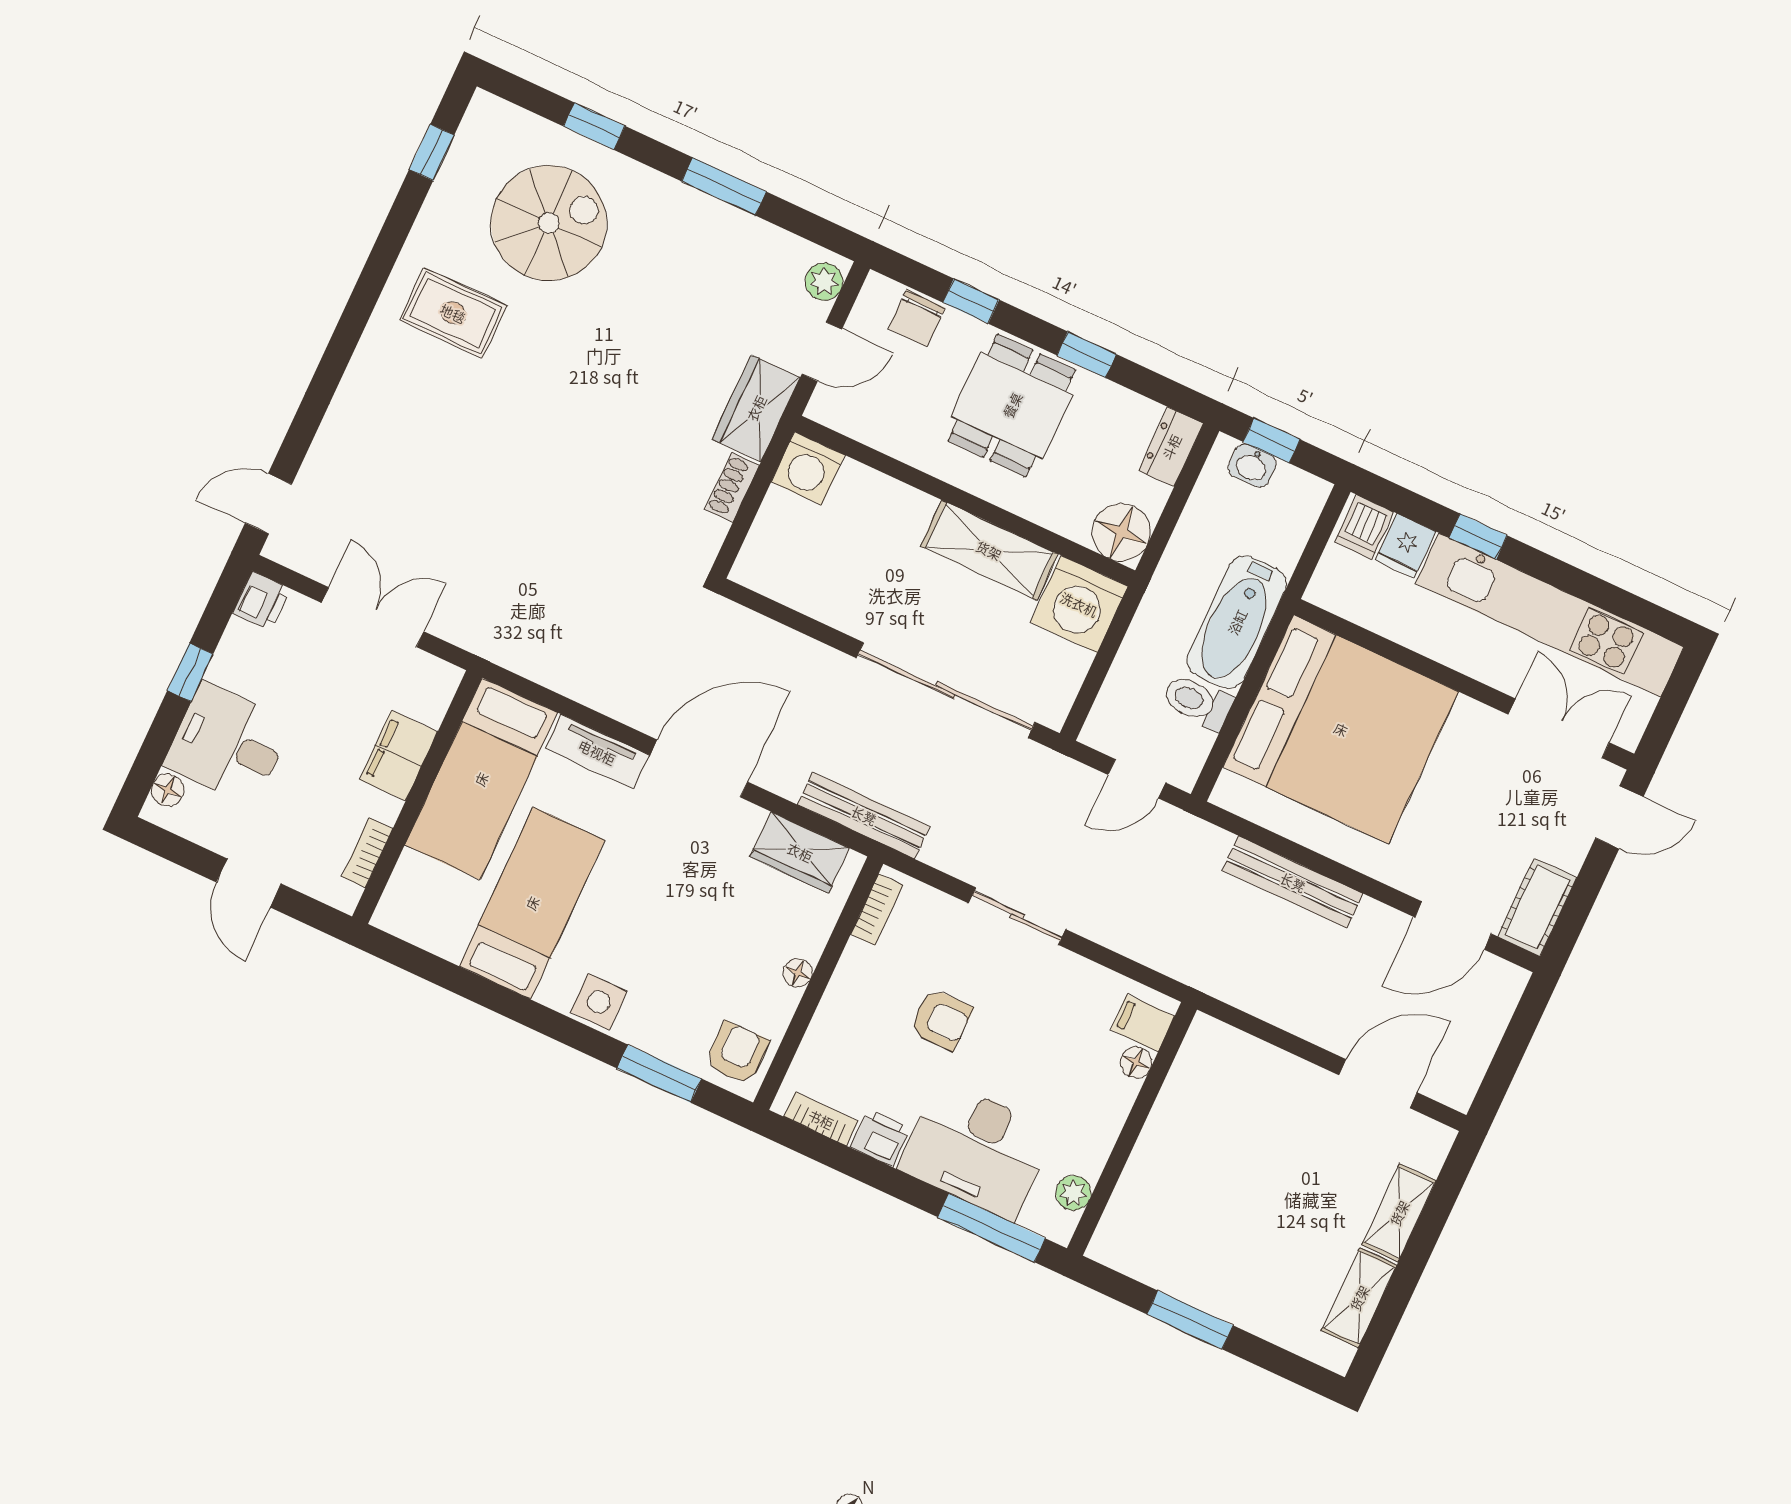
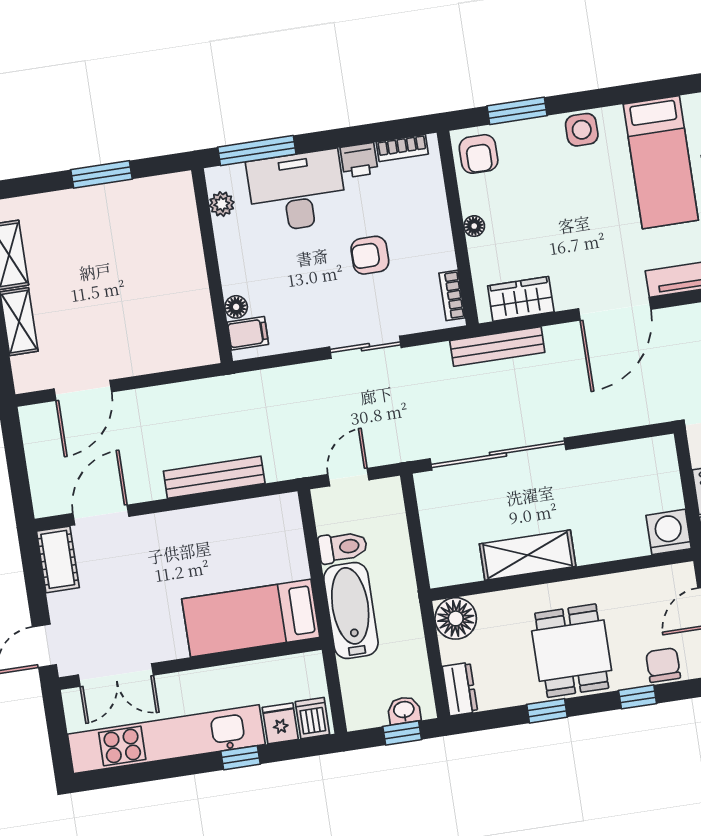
washing machine: (1079, 604) -> (452, 559), removed
bed: (1341, 729) -> (251, 618), width x0.49

